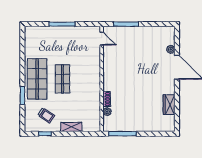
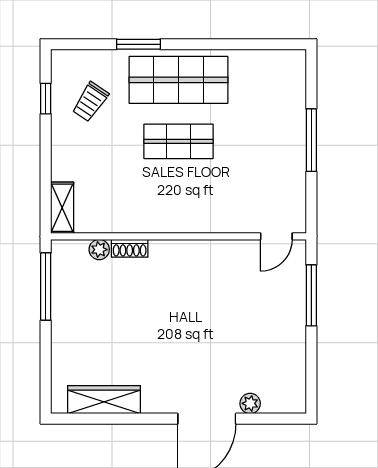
wardrobe: (169, 105) -> (104, 400), width x1.50
shelving: (71, 127) -> (62, 208), moved

